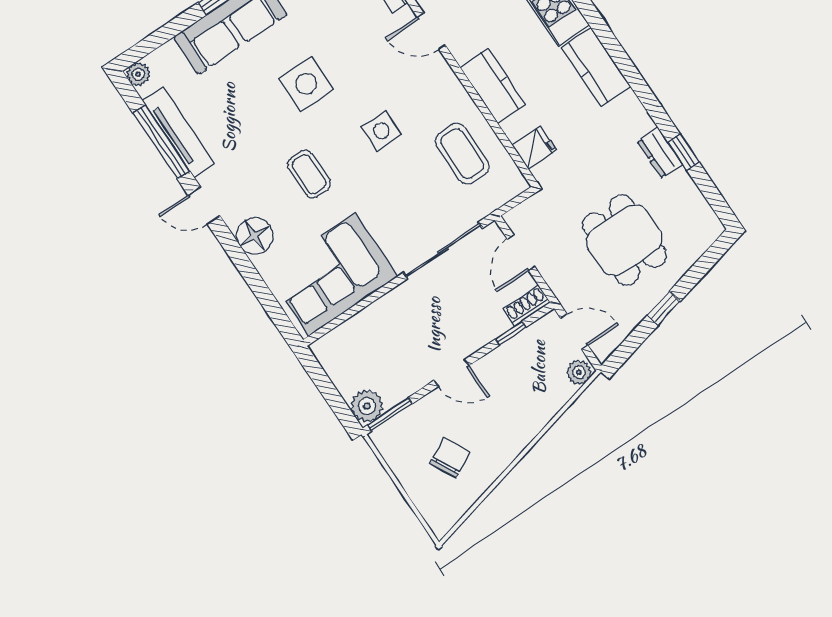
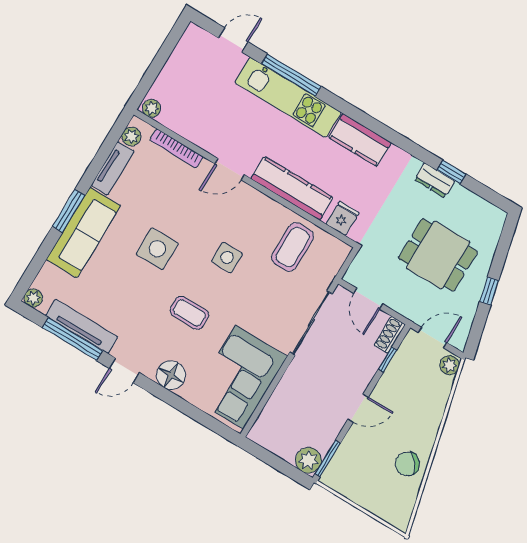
kitchen counter: (493, 86) -> (292, 188), width x1.50
coffee table: (462, 154) -> (293, 247), turned 90
chair: (450, 458) -> (407, 464), moved, turned -101

